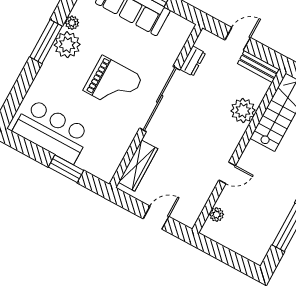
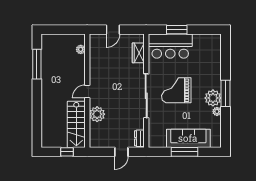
dresser: (193, 61) -> (139, 138), moved
bench: (258, 67) -> (102, 143), removed
bar counter: (52, 131) -> (170, 46), moved
wardrobe: (138, 166) -> (138, 53), width x0.67
door: (227, 173) -> (87, 91), moved

